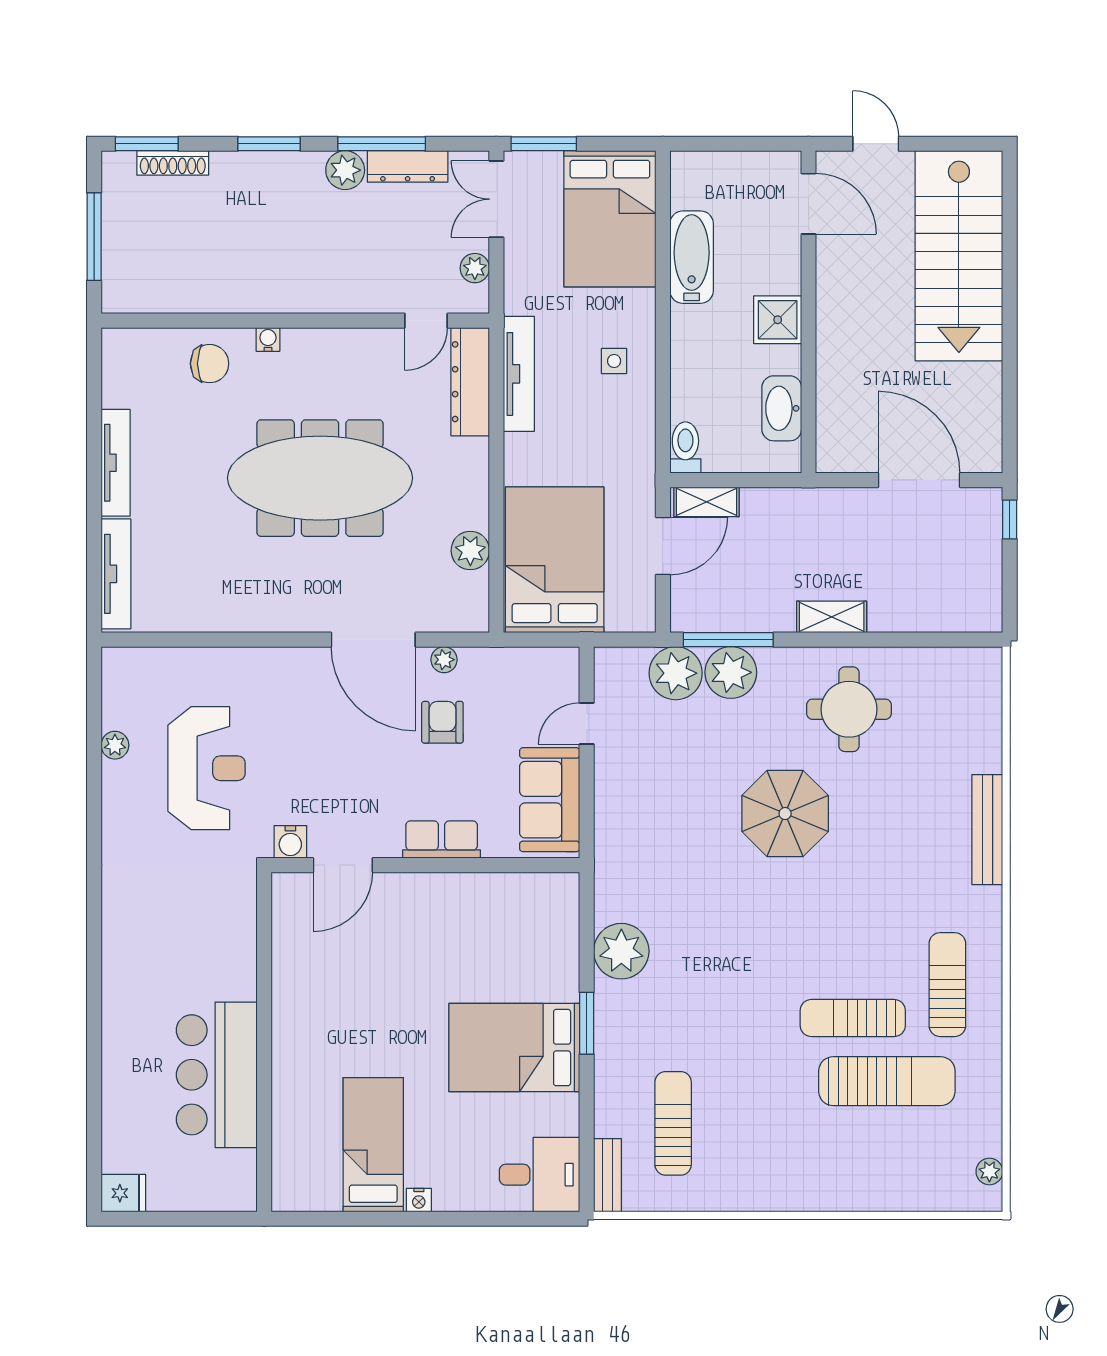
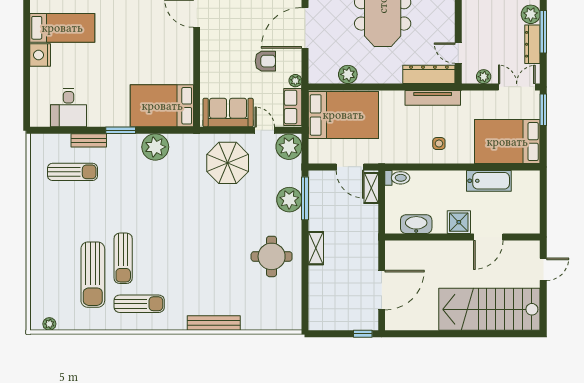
door: (809, 204) -> (488, 237), moved
plant: (444, 660) -> (295, 81), moved
plant: (676, 673) -> (289, 147), moved
parasol: (785, 814) -> (228, 163), moved
row of seats: (442, 840) -> (293, 107), moved, turned 180
sun lounger: (853, 1018) -> (123, 258), turned 180
bed: (514, 1048) -> (162, 106), moved, turned -90
desk: (540, 1175) -> (69, 108), moved
bench: (607, 1175) -> (89, 140), moved
nightstand: (419, 1200) -> (40, 55), width x1.89, depth x1.79

